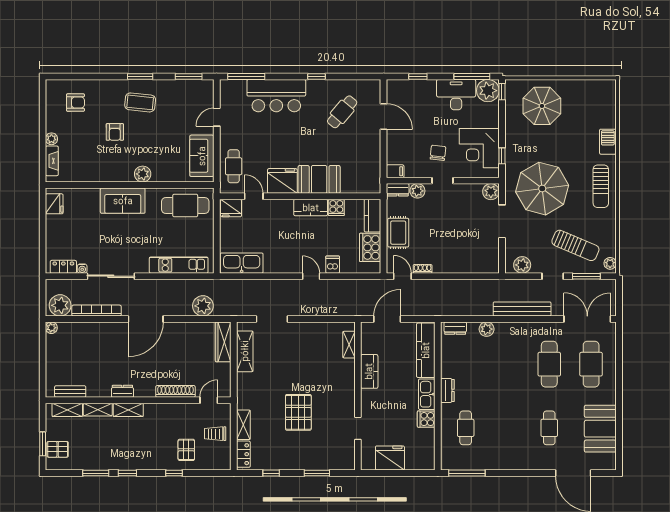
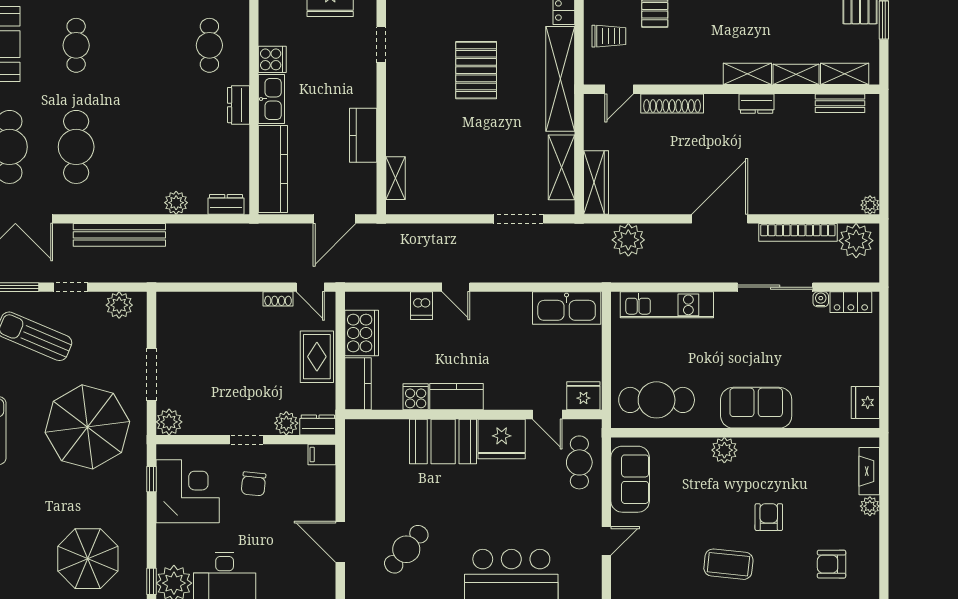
shelving: (243, 425) -> (560, 79), width x2.20, depth x1.33

